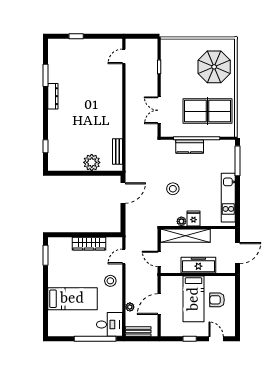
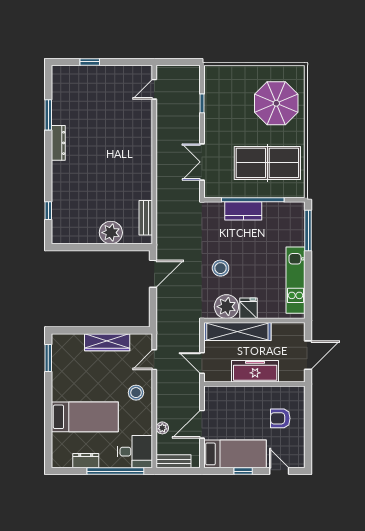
plant: (181, 221) -> (226, 307), width x1.88, depth x1.88
bed: (194, 299) -> (235, 454), moved, turned -90
dresser: (73, 331) -> (86, 461), added

